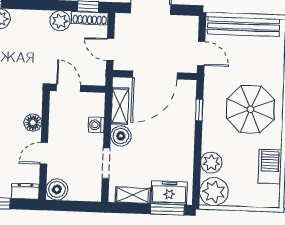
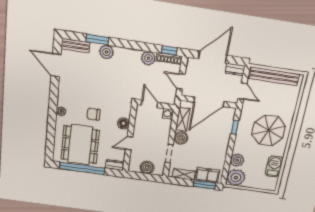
dresser: (185, 23) -> (235, 69), added
washing machine: (96, 125) -> (168, 114), moved
boiler: (57, 189) -> (147, 168), moved

